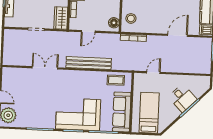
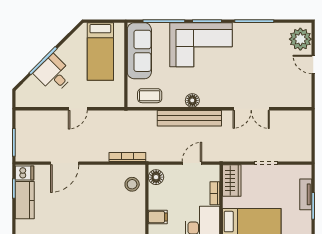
door: (153, 73) -> (78, 109), moved
floor lamp: (86, 75) -> (192, 100), added

